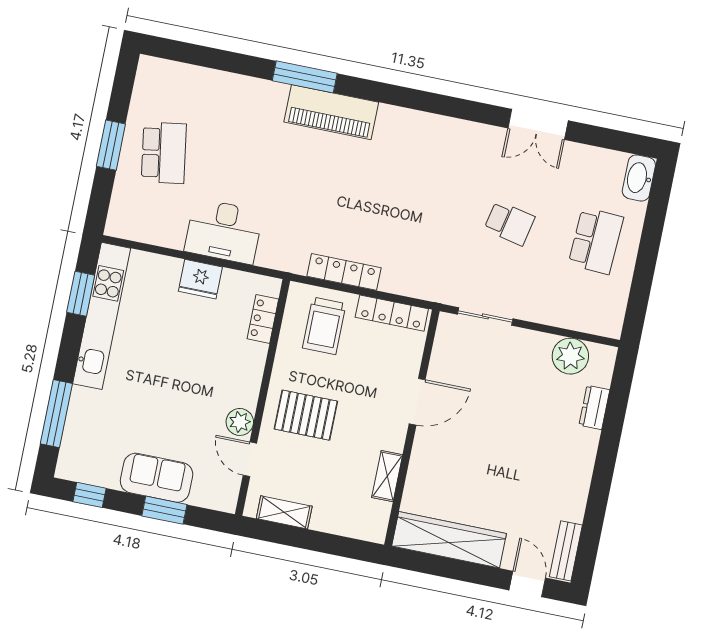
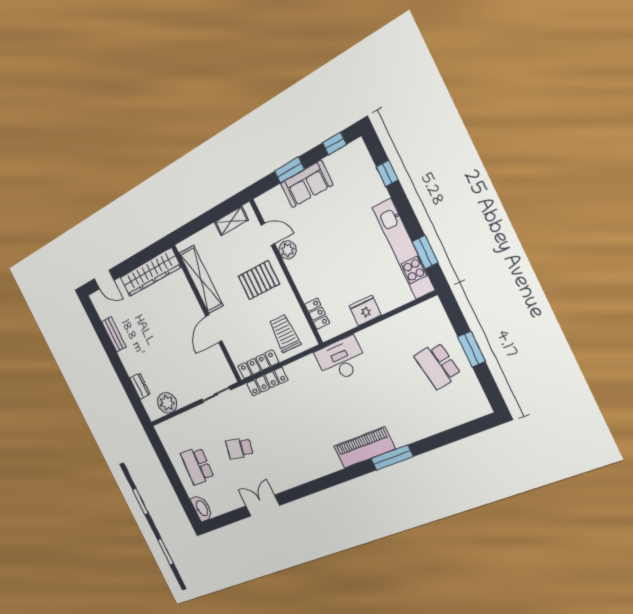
desk: (224, 231) -> (341, 360), moved
locker: (344, 272) -> (267, 382), moved
window: (56, 414) -> (387, 173), width x0.46
shelving: (387, 476) -> (201, 279), width x2.20, depth x1.33
bench: (566, 551) -> (114, 334), moved

